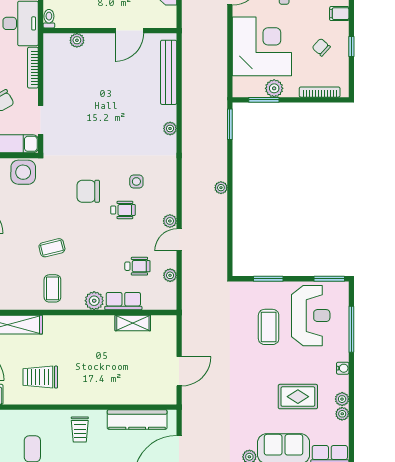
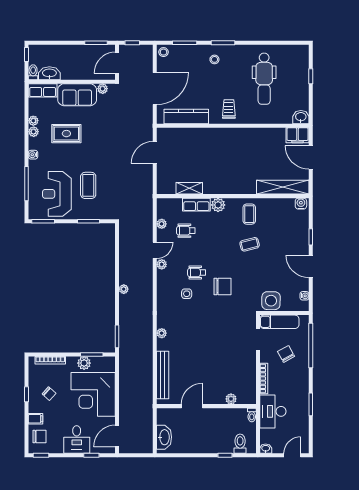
trolley: (40, 377) -> (258, 148), removed

